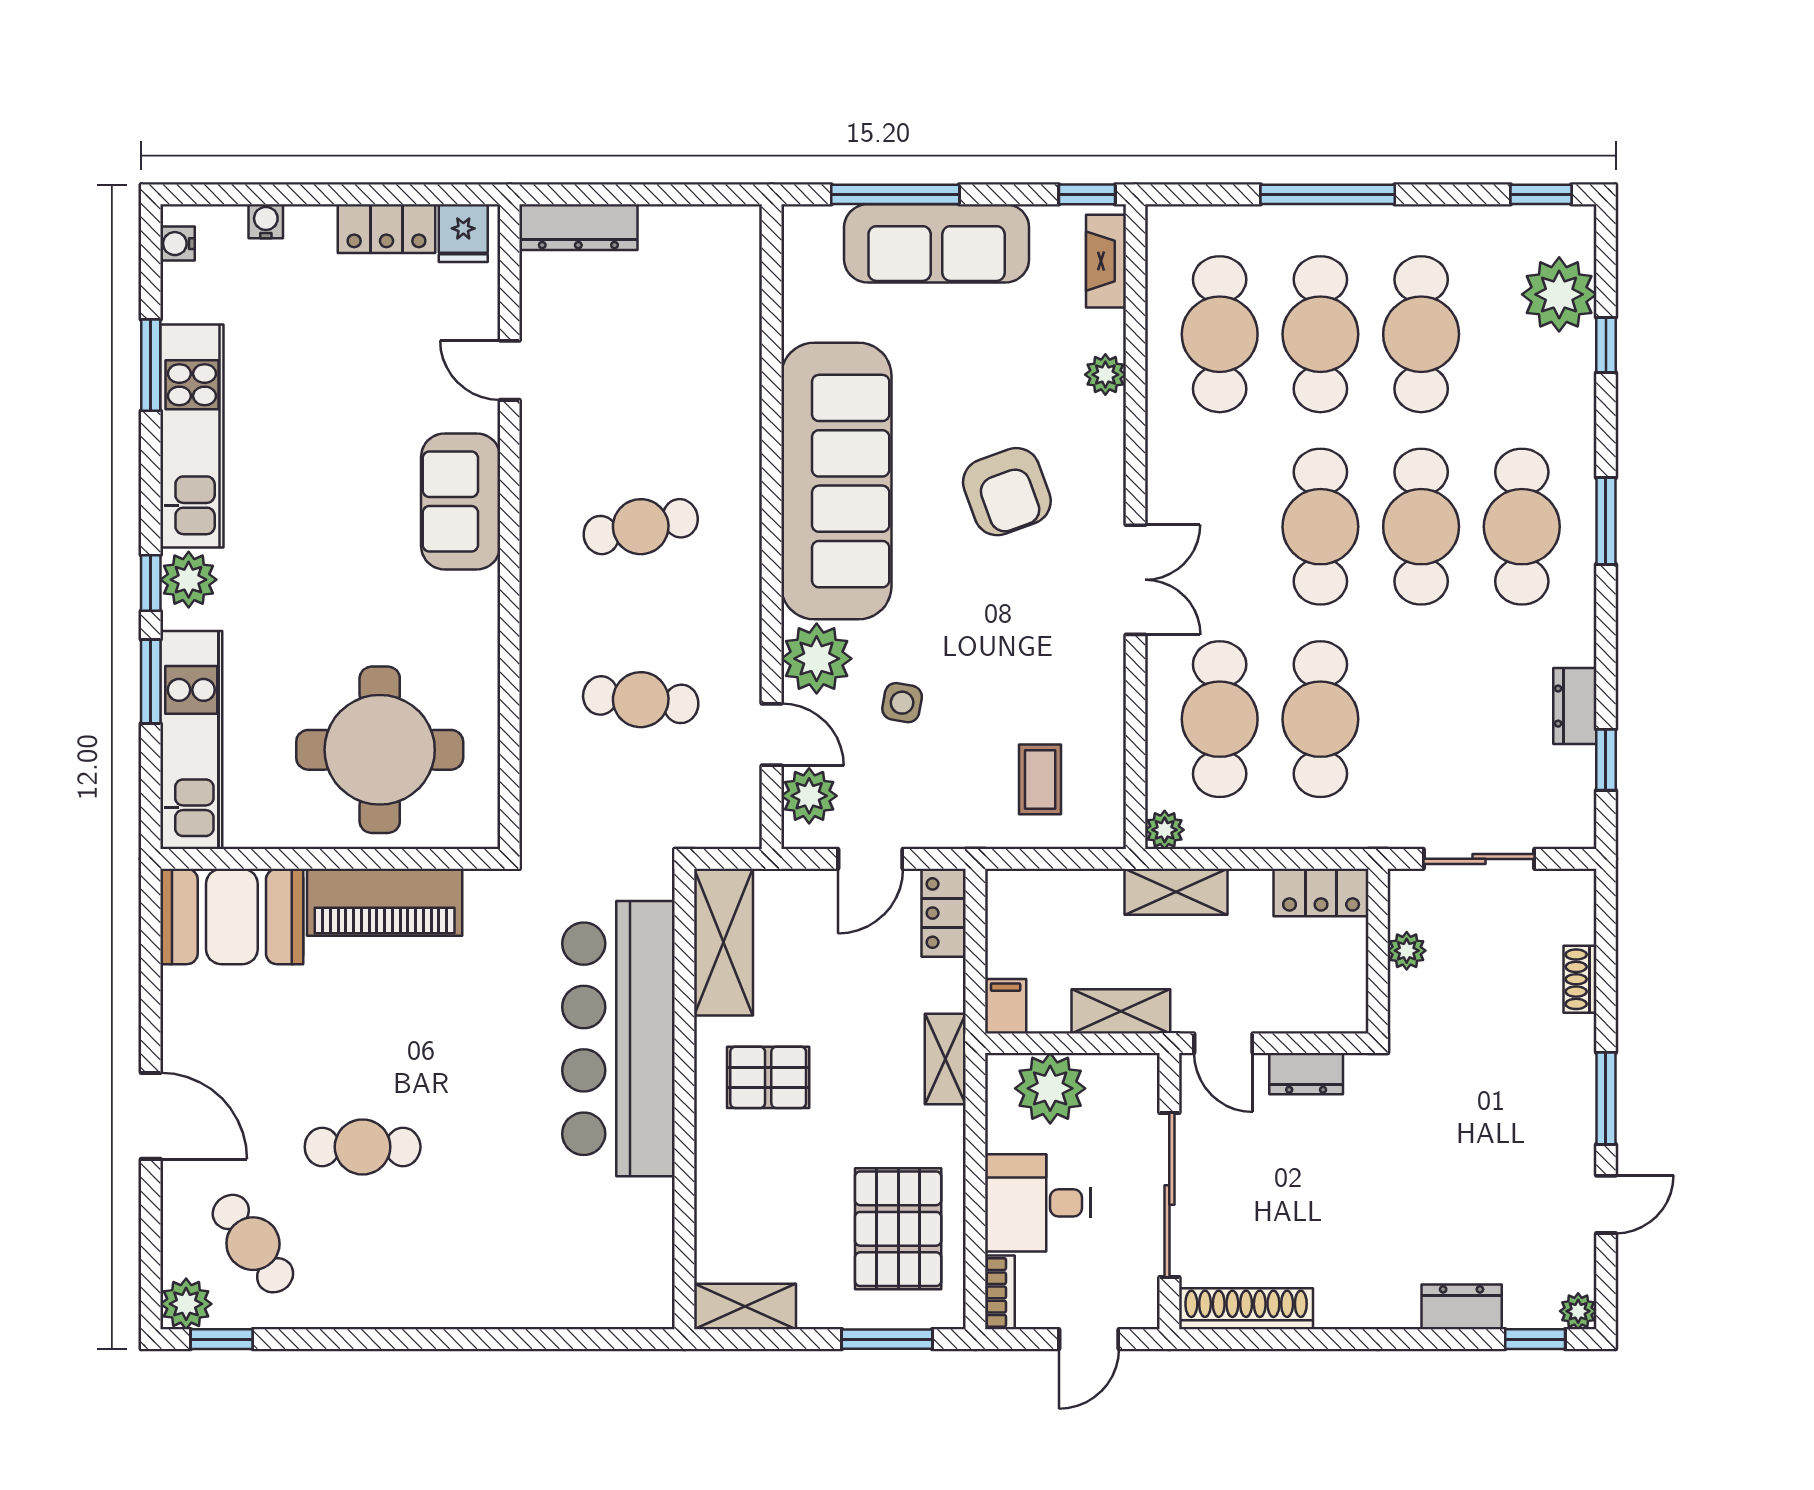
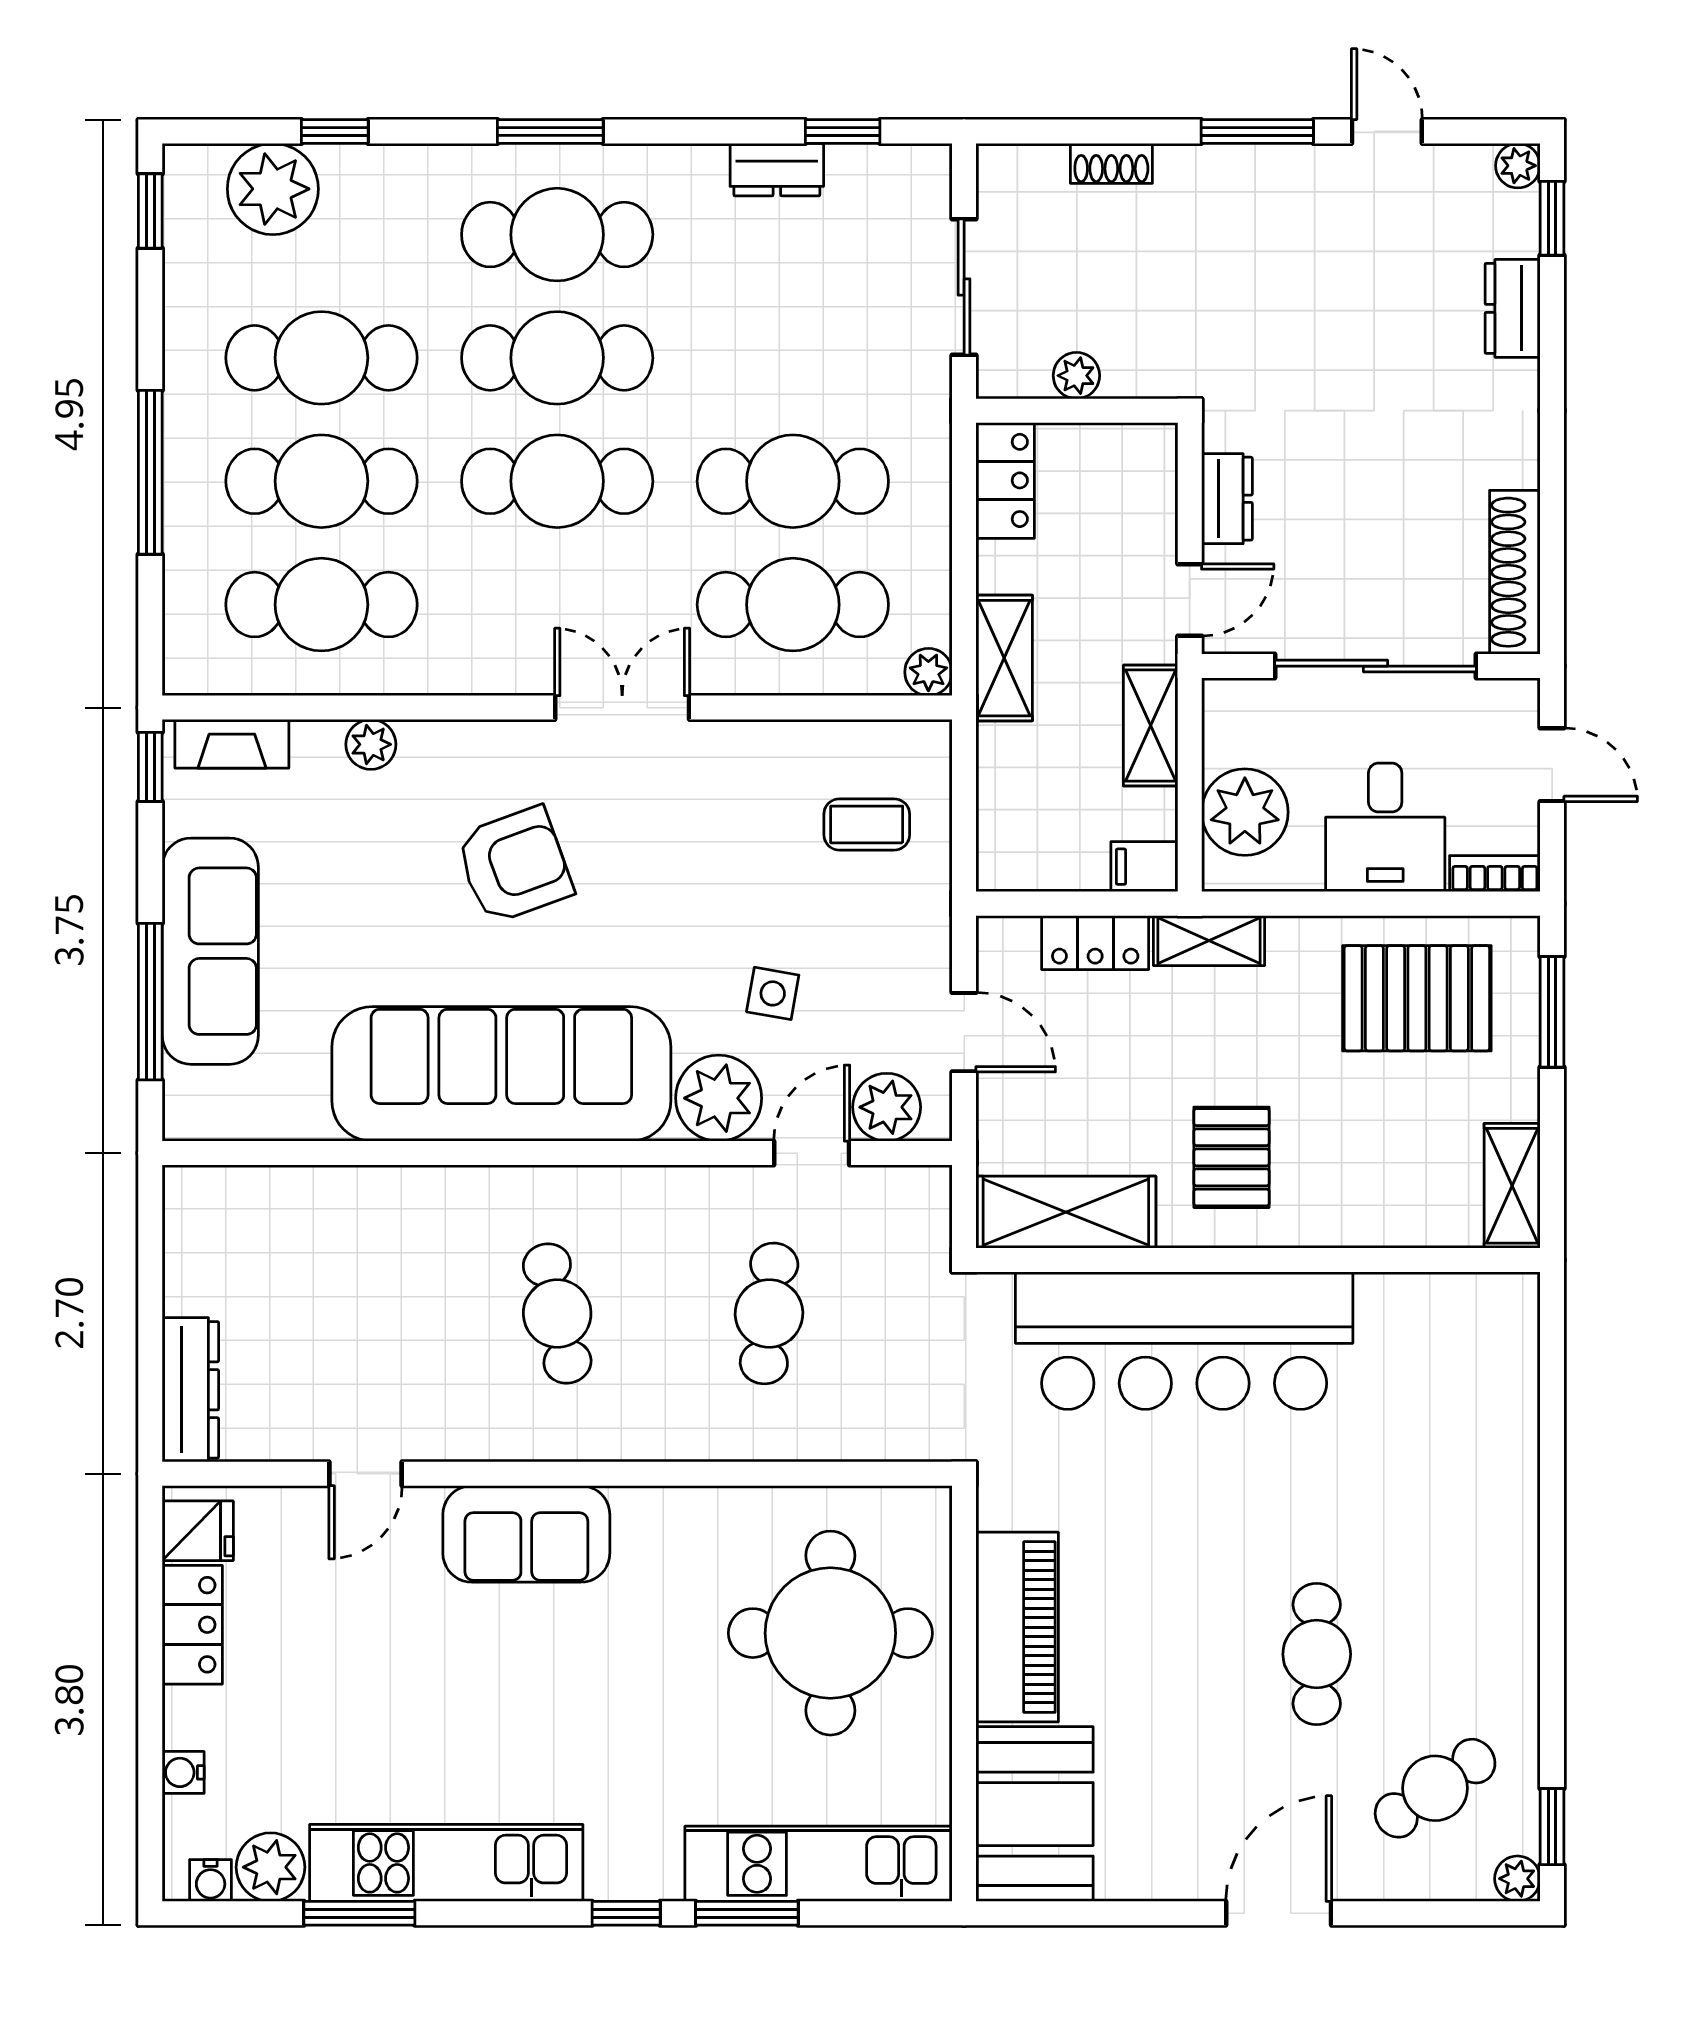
plant: (189, 580) -> (271, 1867), moved
locker: (944, 913) -> (1095, 943), moved
plant: (186, 1304) -> (1517, 1879), width x0.73, depth x0.73

